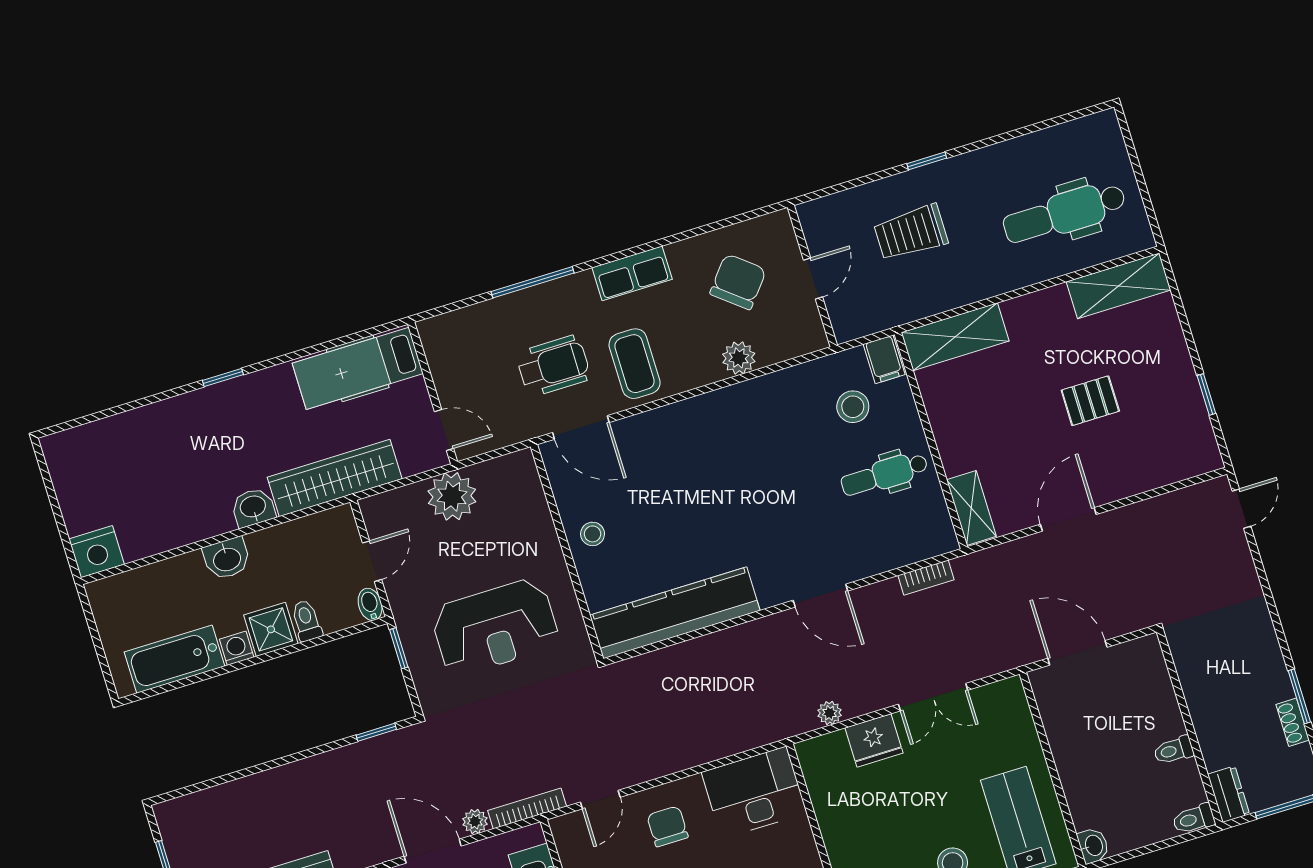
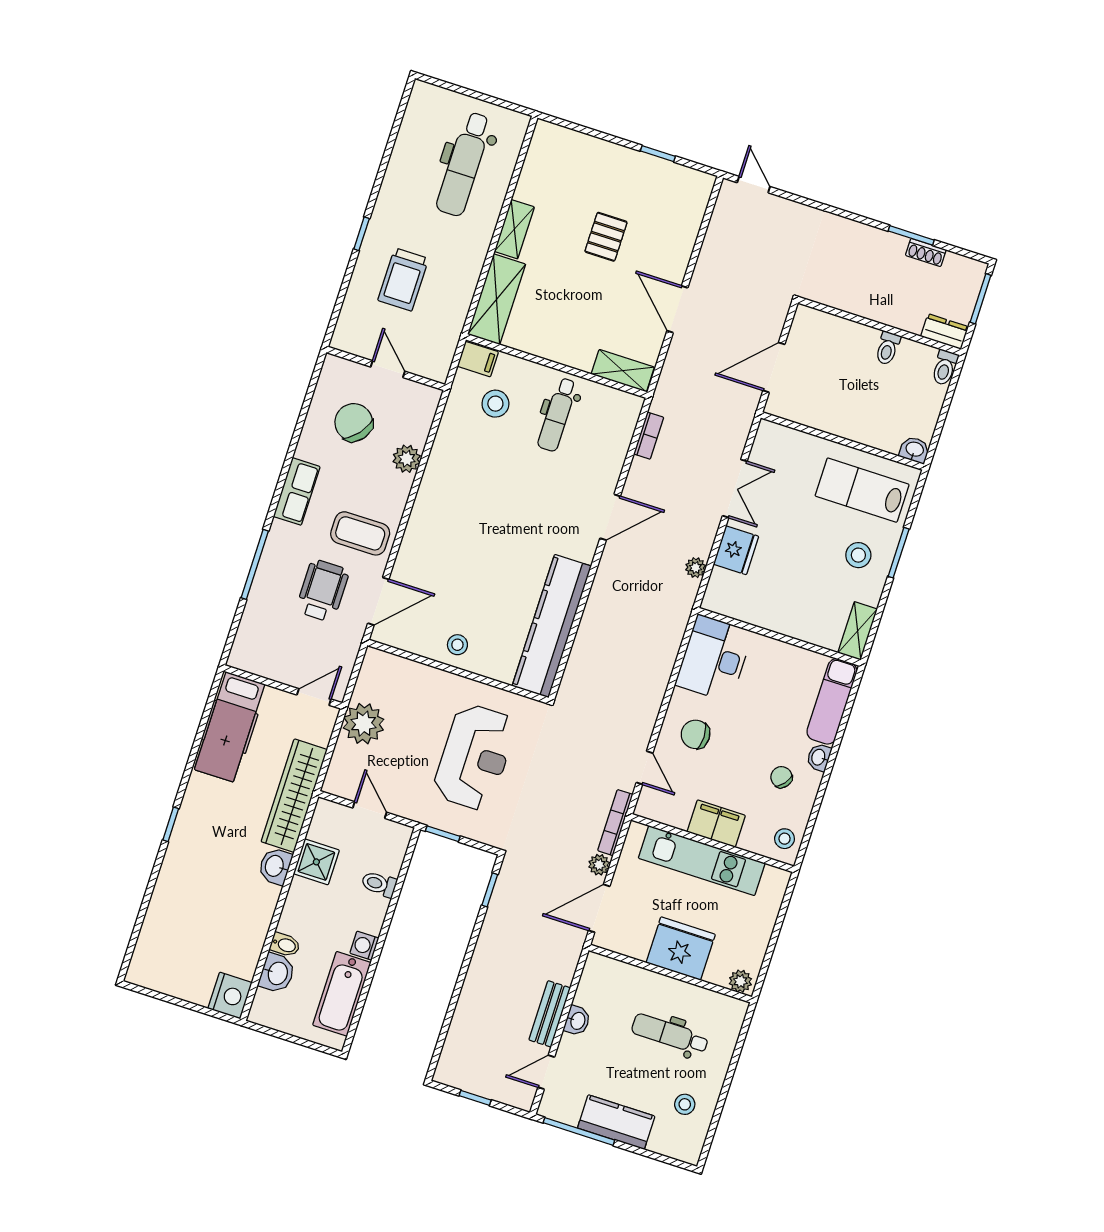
shelving: (1119, 286) -> (514, 229), moved, width x0.67, depth x0.75
washbasin: (227, 559) -> (277, 973), moved
bidet: (370, 604) -> (285, 945), moved, turned 180
shower: (271, 629) -> (316, 862), moved

